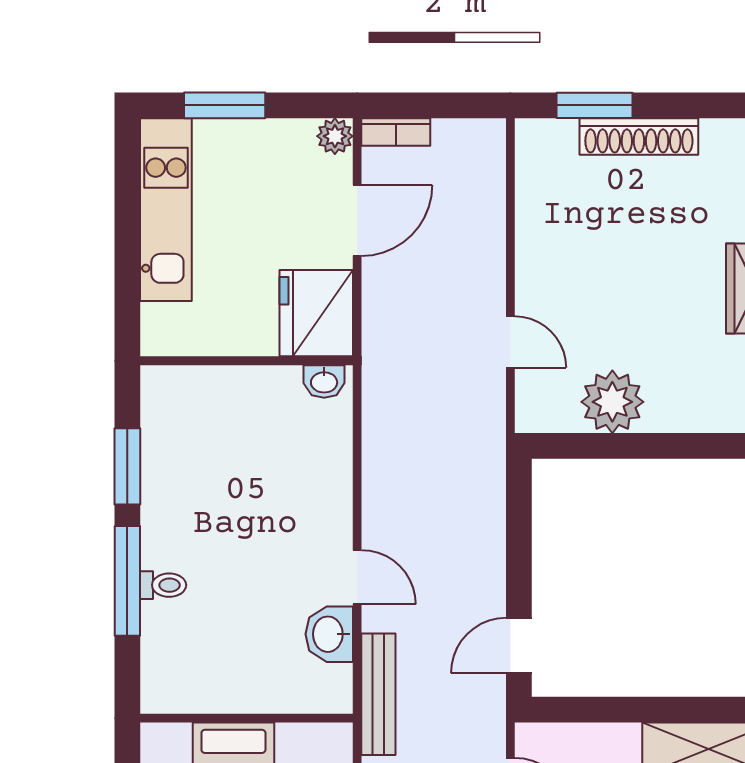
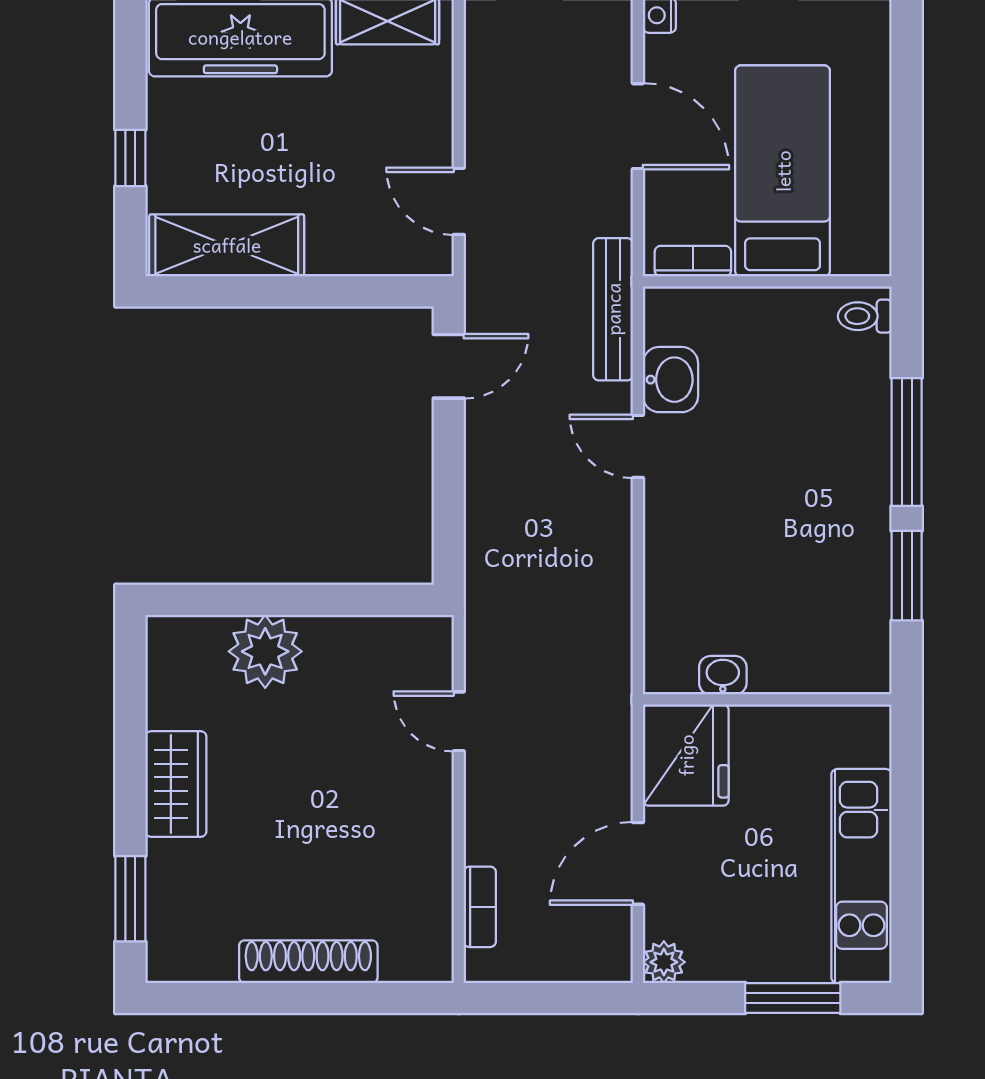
window: (595, 105) -> (360, 998), removed
bookcase: (396, 132) -> (480, 907), moved, turned 90
washbasin: (324, 381) -> (723, 675), moved
plant: (612, 402) -> (265, 651), moved
toilet: (163, 585) -> (865, 316), moved
bookcase: (310, 735) -> (693, 261), added

